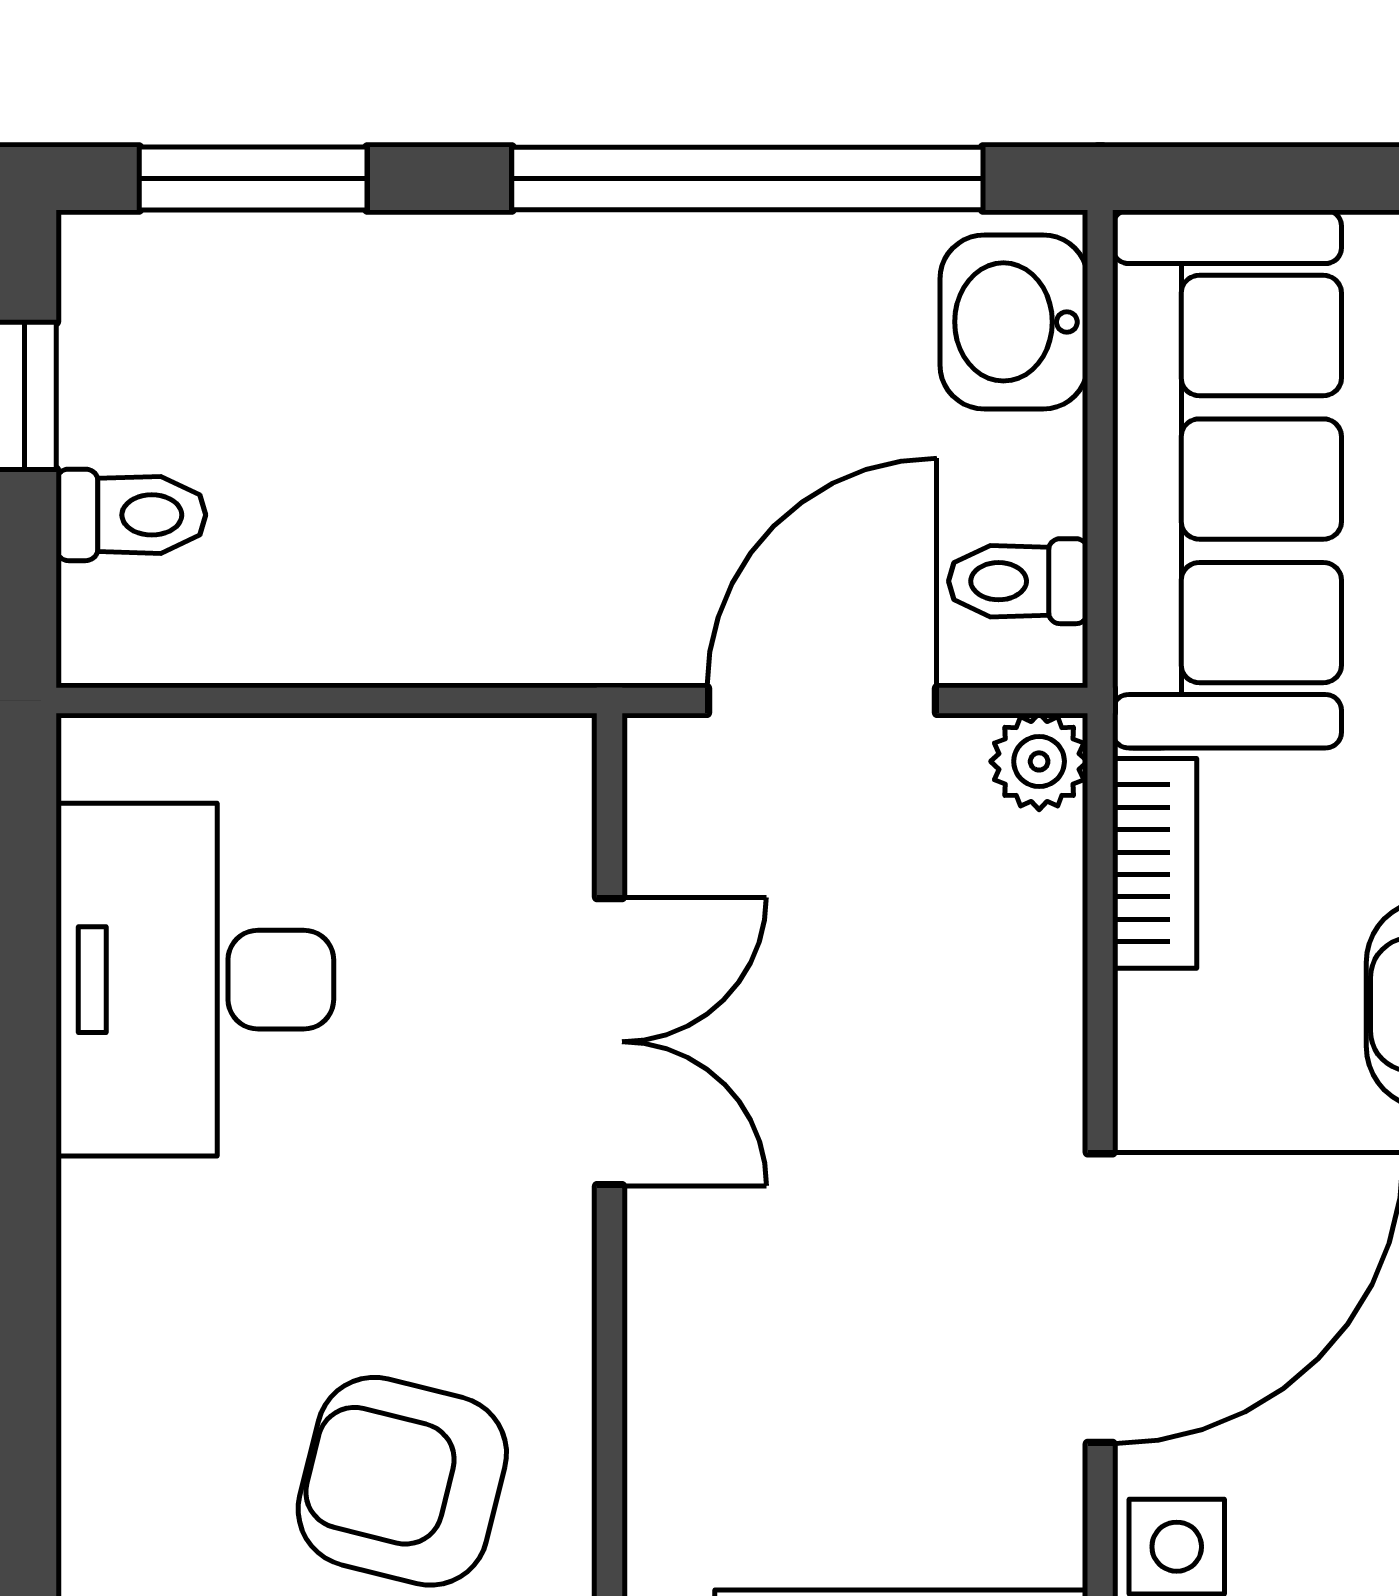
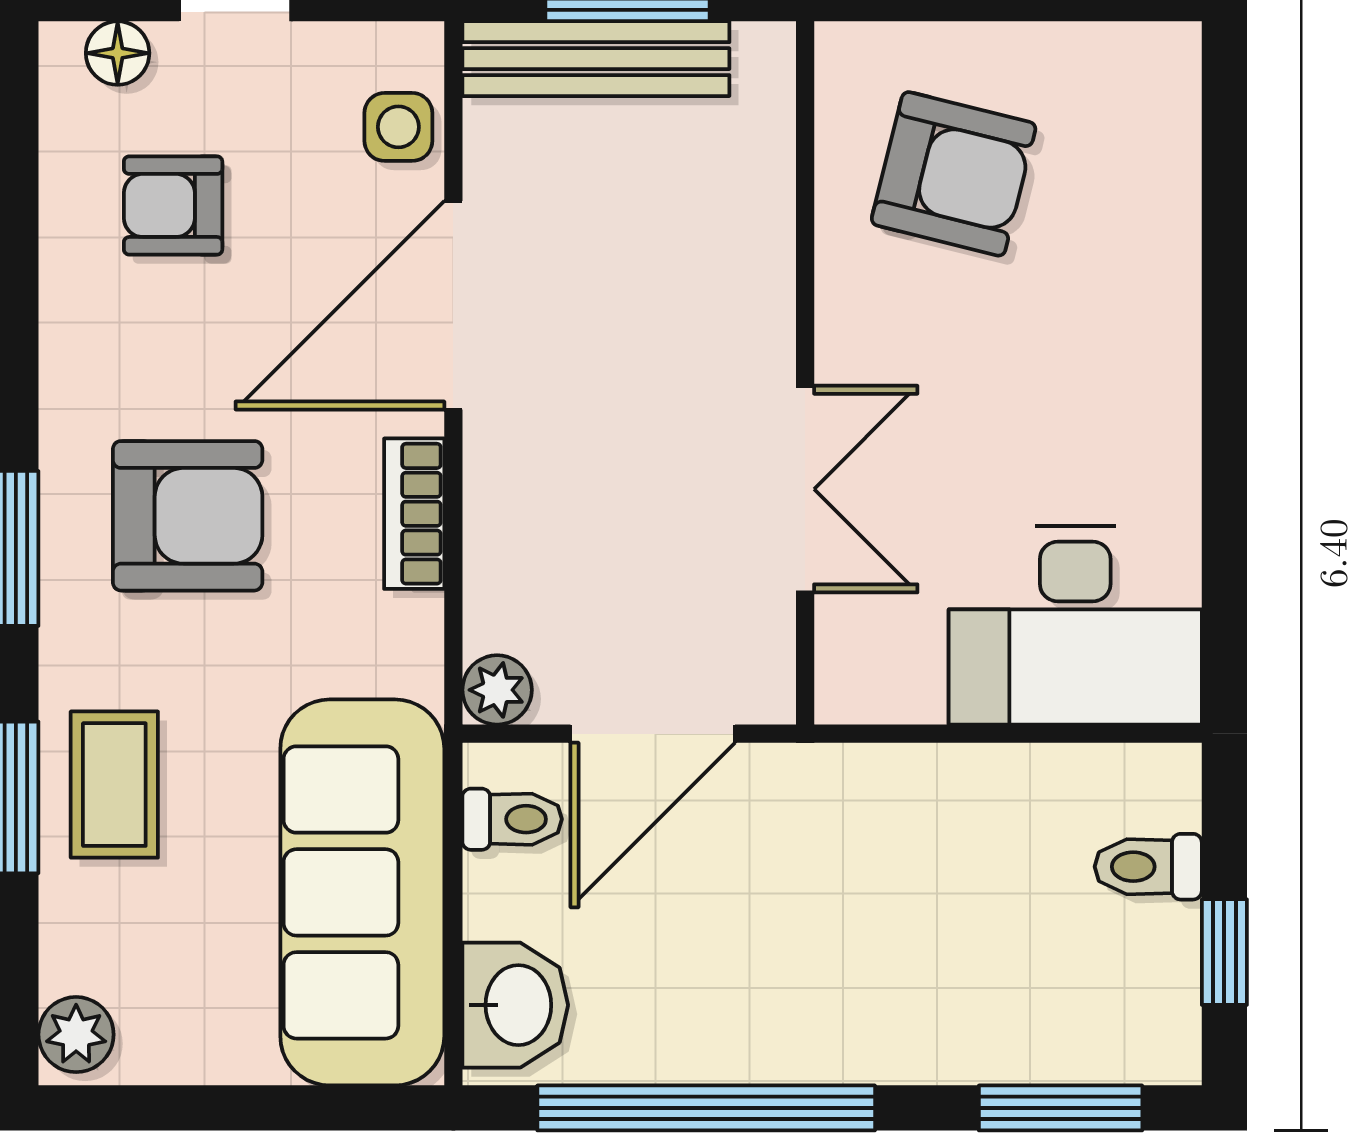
bookcase: (1155, 863) -> (414, 514), moved
desk: (195, 980) -> (1075, 625), moved, turned 90
double door: (610, 1042) -> (805, 489), swing flipped

